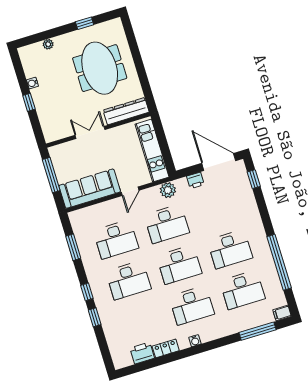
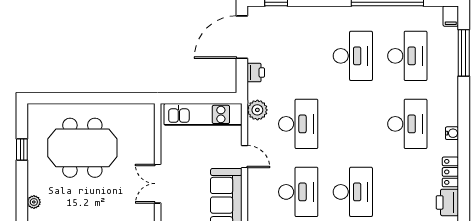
dresser: (126, 111) -> (145, 131), removed
desk: (179, 265) -> (353, 124), removed

